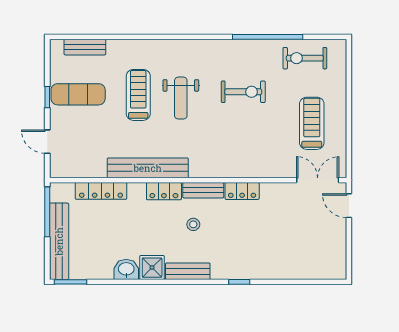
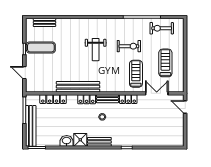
treadmill: (138, 95) -> (136, 74), moved
double door: (318, 180) -> (157, 93), moved

